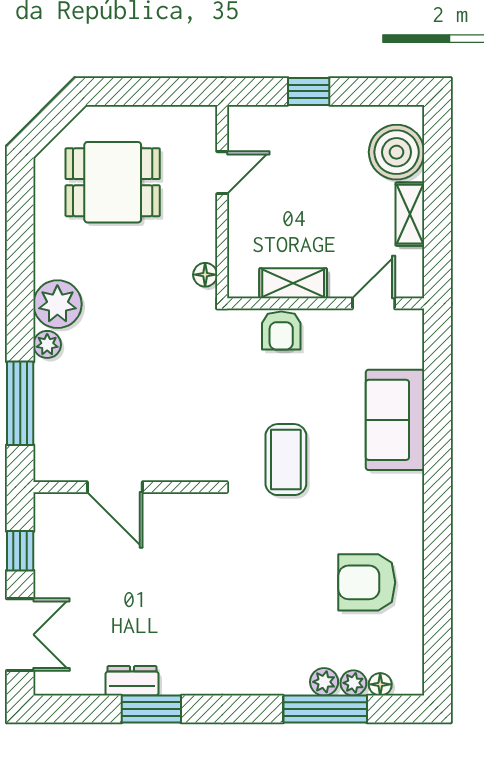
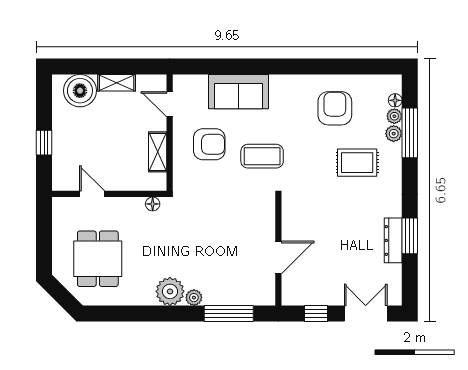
armchair: (281, 331) -> (209, 144), moved, width x1.38, depth x1.38
armchair: (367, 582) -> (335, 108), turned 180
rug: (275, 620) -> (357, 163), added
dresser: (132, 681) -> (393, 240), width x1.44

